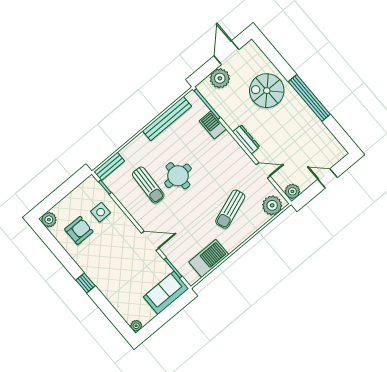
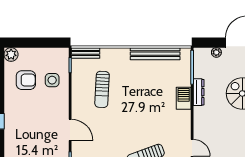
plant: (220, 78) -> (216, 52), width x0.53, depth x0.53
barbecue: (213, 125) -> (184, 98), moved
dresser: (246, 139) -> (199, 92), moved
round table: (178, 176) -> (129, 101), removed

